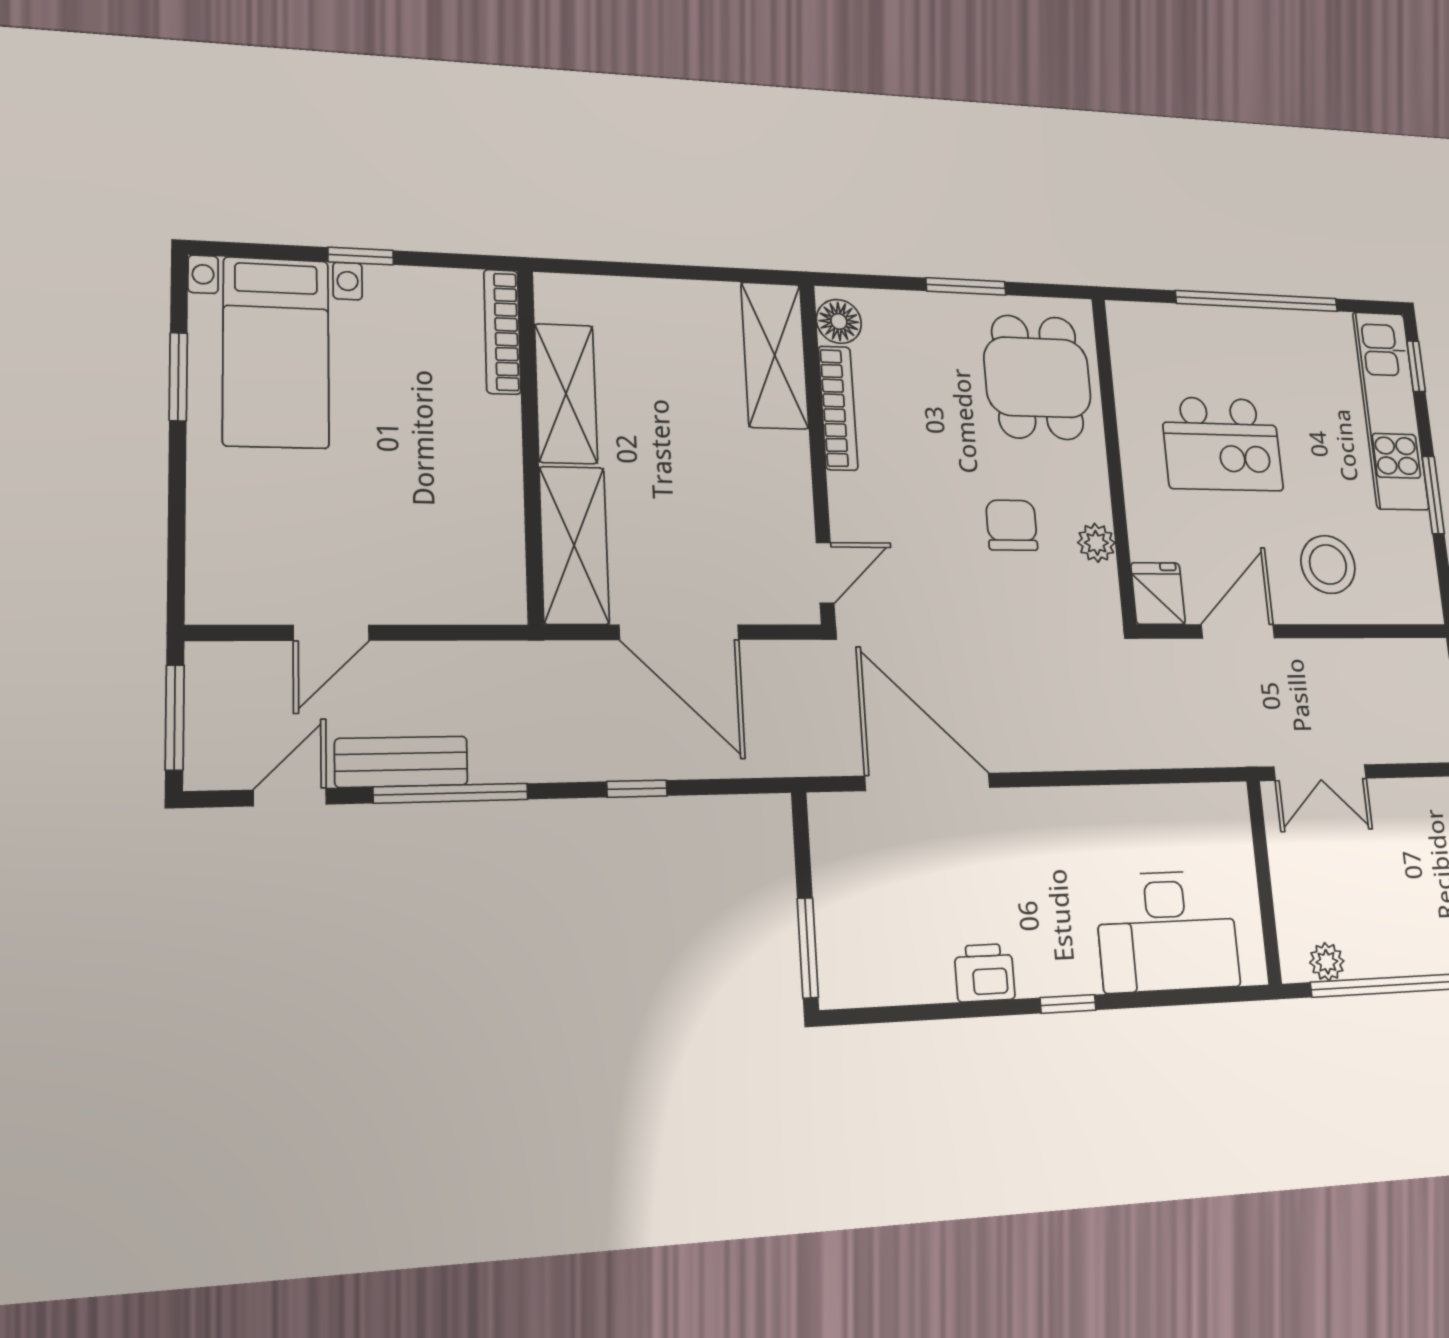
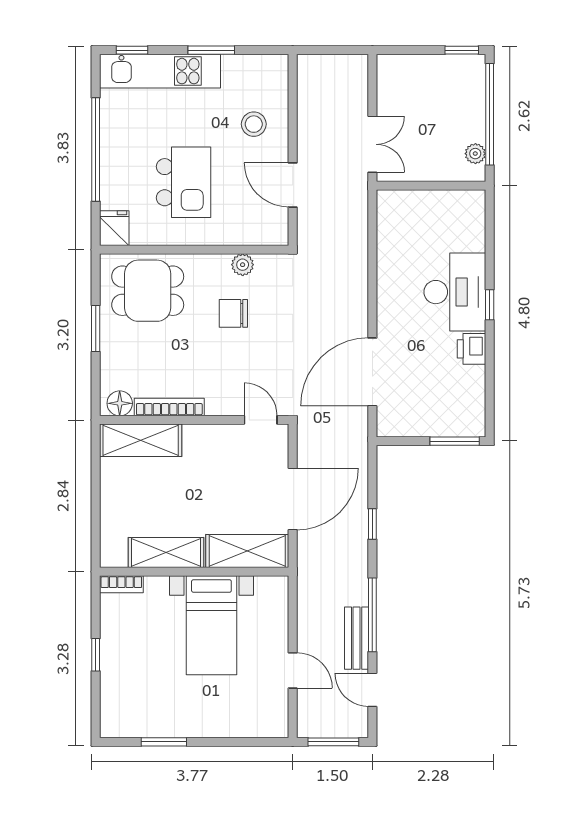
bookcase: (502, 332) -> (121, 584), width x0.64
bed with nightstands: (276, 352) -> (211, 625), moved, turned 90
stool: (1328, 564) -> (254, 124), width x0.73, depth x0.73
fridge: (1158, 594) -> (114, 228), moved, turned 90
desk: (1167, 931) -> (455, 292), moved

